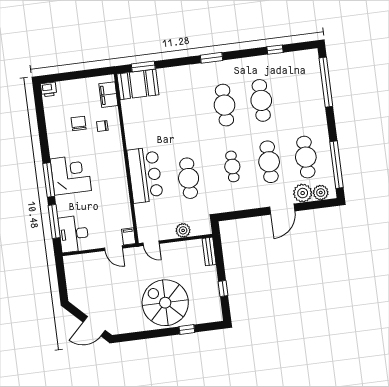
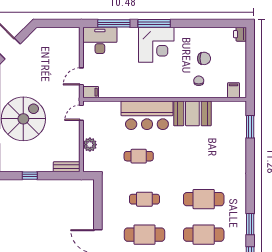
window: (212, 58) -> (250, 224), moved
booth: (138, 84) -> (192, 113), moved, turned 90
filing cabinet: (108, 95) -> (233, 90), width x0.50
cafe table: (189, 178) -> (139, 156), width x0.73, depth x0.74

